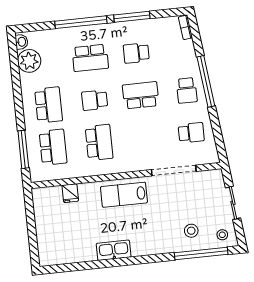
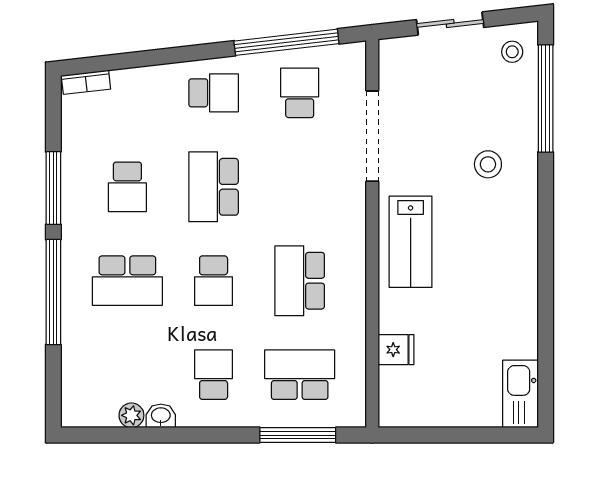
washbasin: (21, 42) -> (161, 416), moved
school desk: (90, 58) -> (127, 281), turned 90
plant: (29, 61) -> (131, 415), width x0.53, depth x0.53
window: (206, 81) -> (286, 42), moved
school desk: (49, 105) -> (214, 375), width x0.54
school desk: (99, 142) -> (300, 281), turned -90
stool: (191, 231) -> (488, 164), moved
kitchen sink: (114, 250) -> (520, 394), moved

